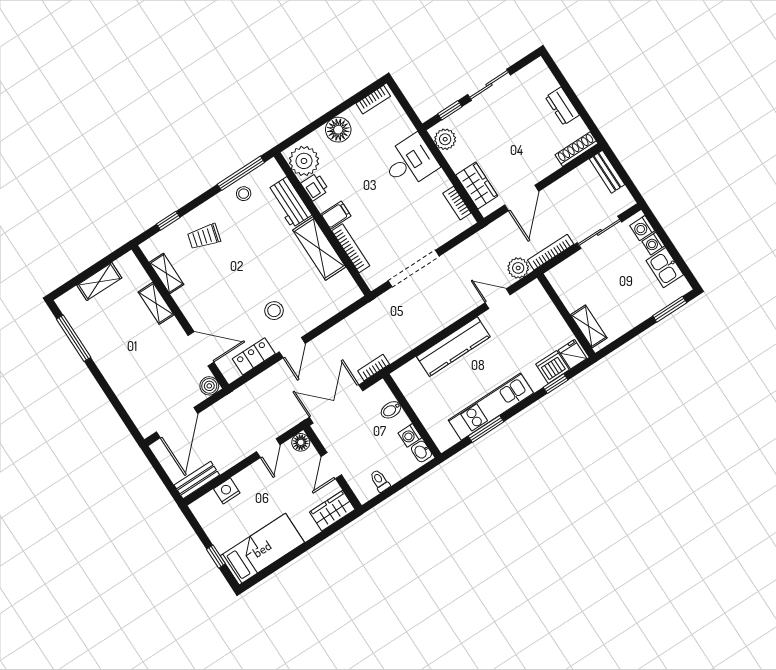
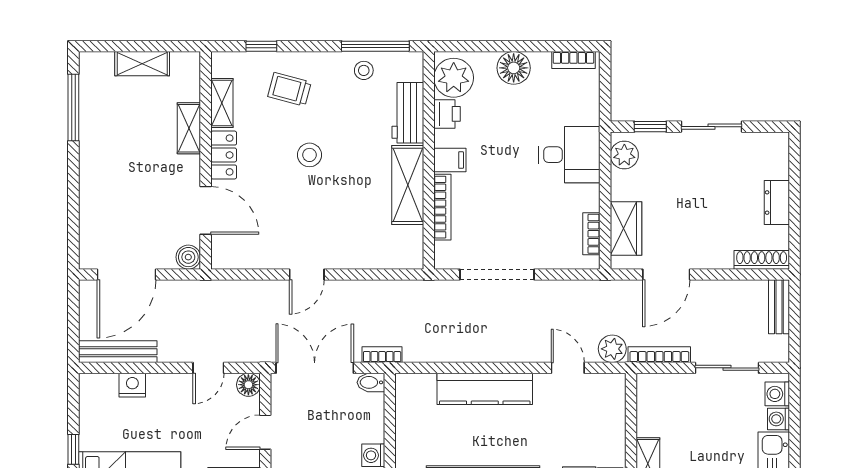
stool: (274, 311) -> (309, 155), moved
locker: (254, 356) -> (224, 155), moved, turned 90
bidet: (391, 410) -> (371, 382), moved
bench: (197, 480) -> (118, 352), width x1.36

